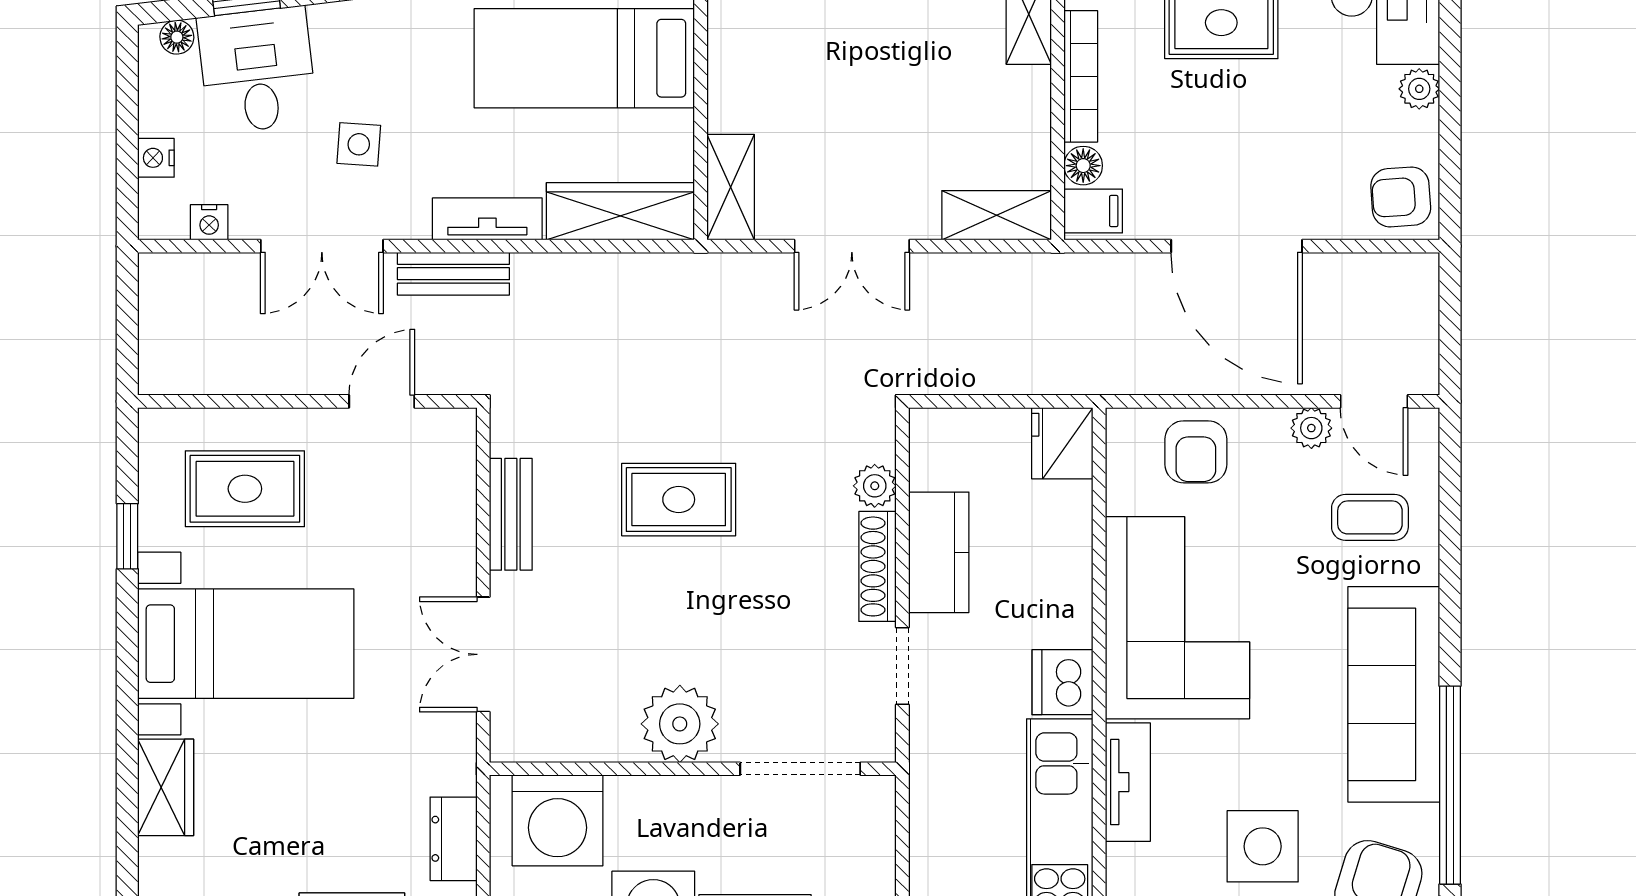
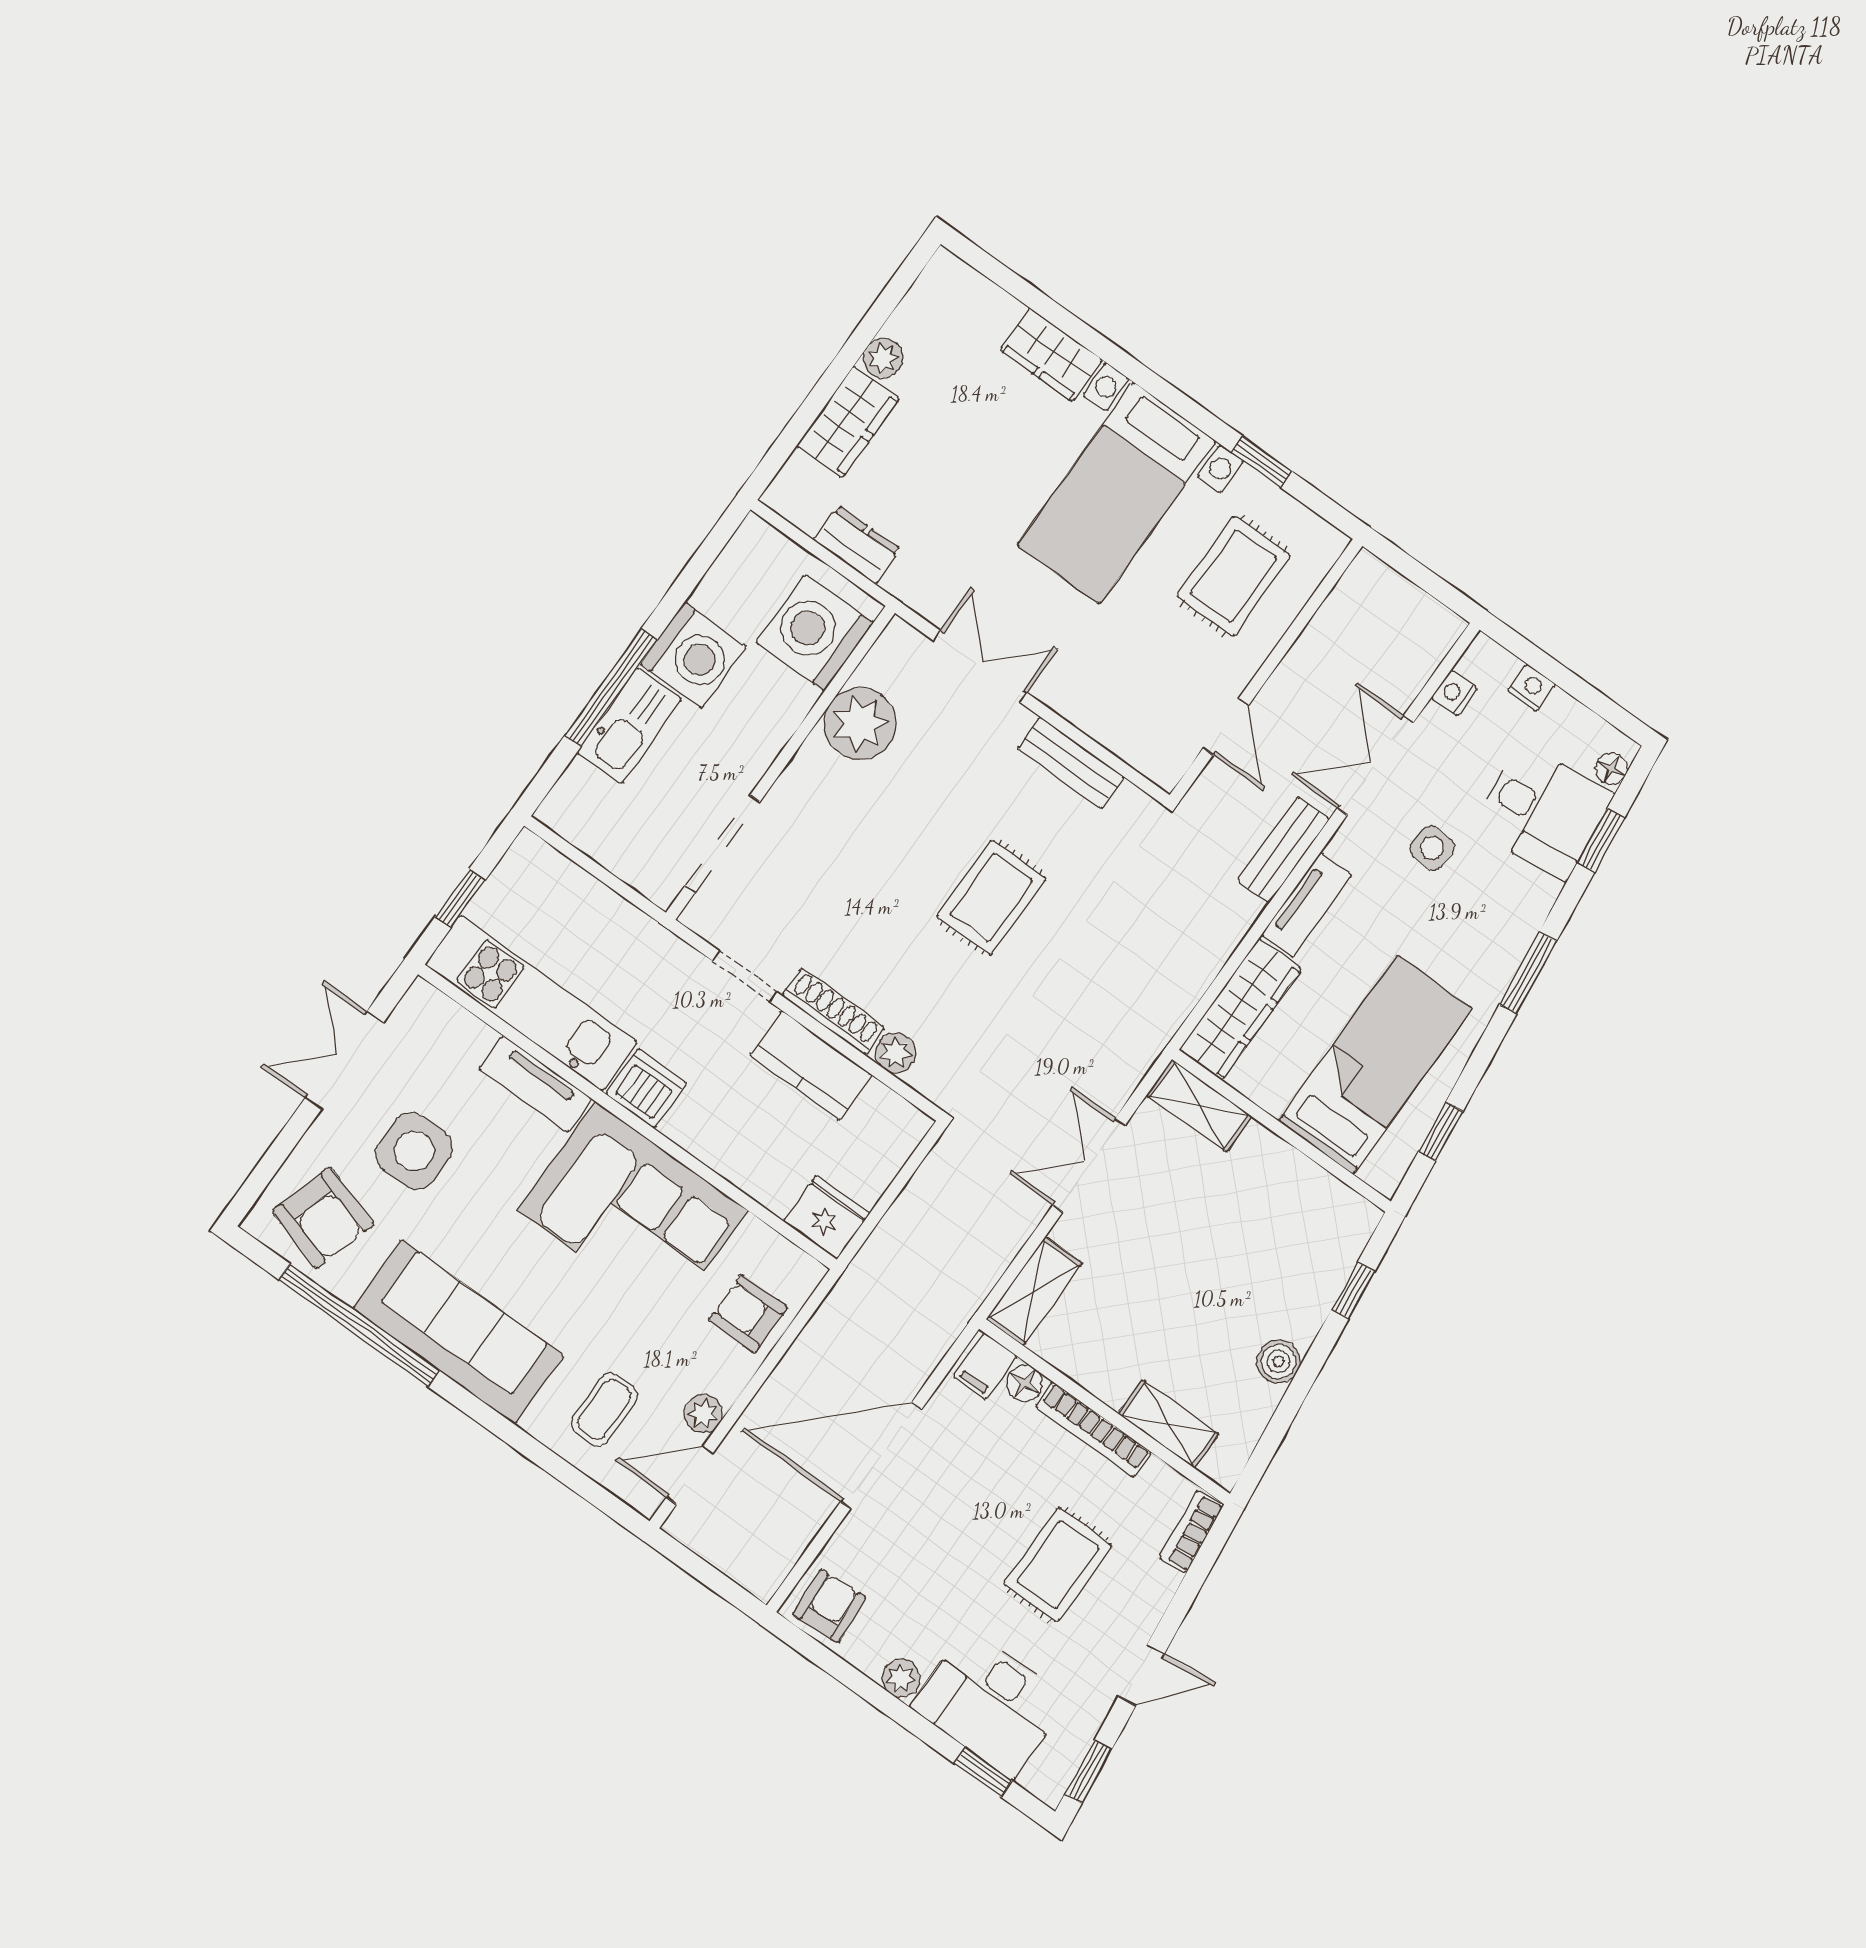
plant: (680, 724) -> (860, 724), moved

